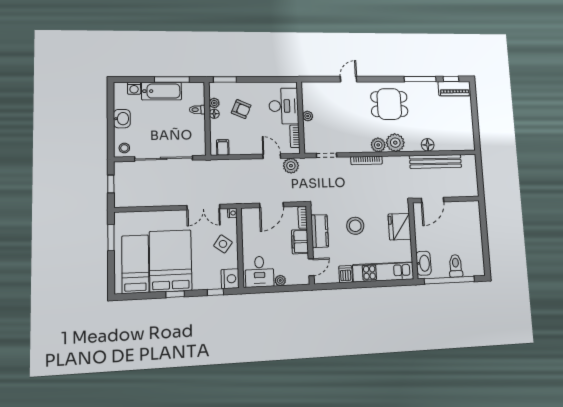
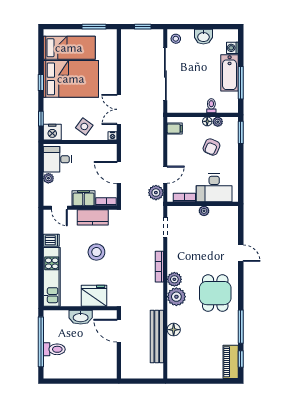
washbasin: (424, 263) -> (81, 317), moved

